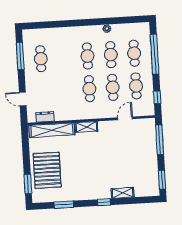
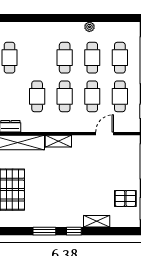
cafe table: (66, 90) -> (37, 96), added
pallet: (146, 172) -> (125, 198), added
window: (64, 205) -> (44, 231), moved

